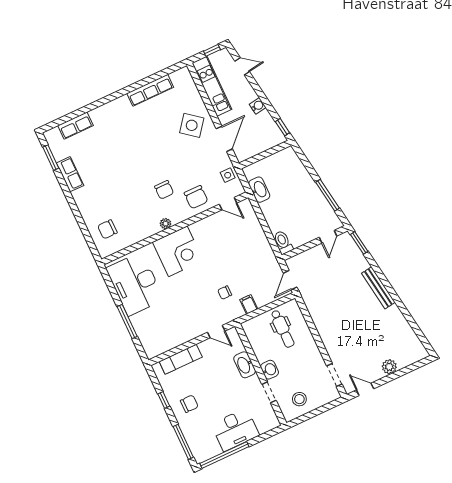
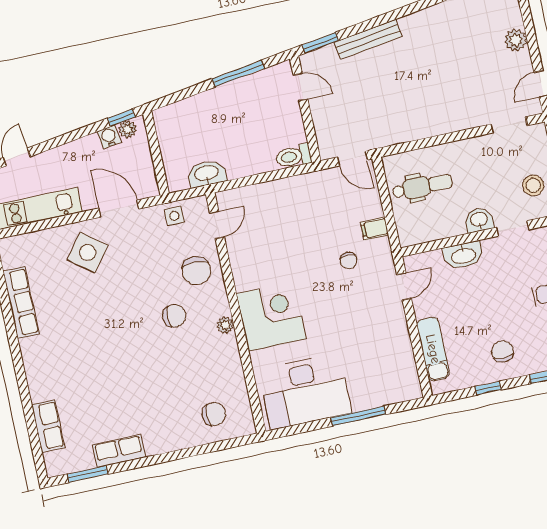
water cooler: (258, 106) -> (109, 137), moved
plant: (276, 133) -> (128, 129), added
chair: (196, 197) -> (196, 271), turned 90
chair: (107, 229) -> (214, 414), turned -90
bench: (378, 288) -> (368, 39), moved

